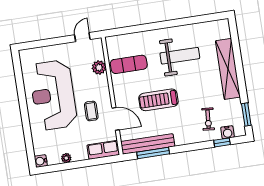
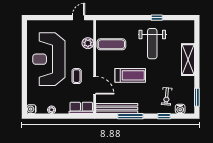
window: (180, 22) -> (157, 18), added
weight bench: (180, 56) -> (152, 44), turned 90
shelving: (228, 69) -> (188, 60), width x0.68
treadmill: (158, 100) -> (130, 75), turned 180
window: (222, 142) -> (164, 116), moved
window: (153, 153) -> (130, 116), moved

